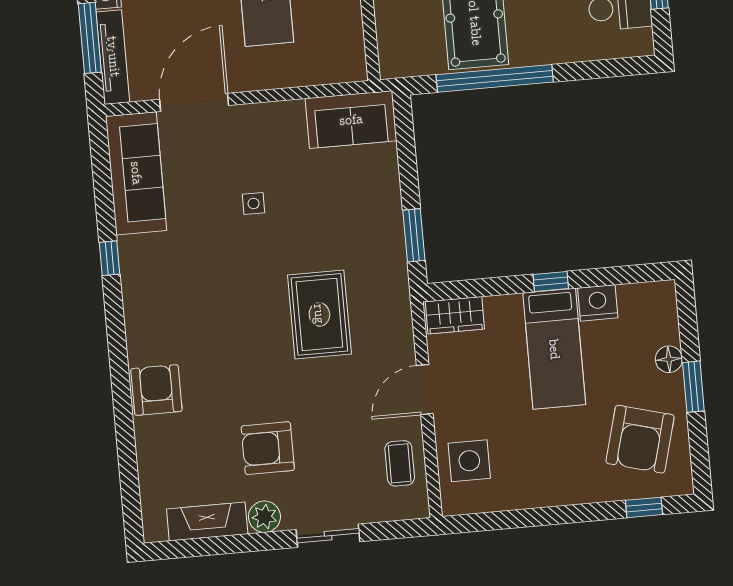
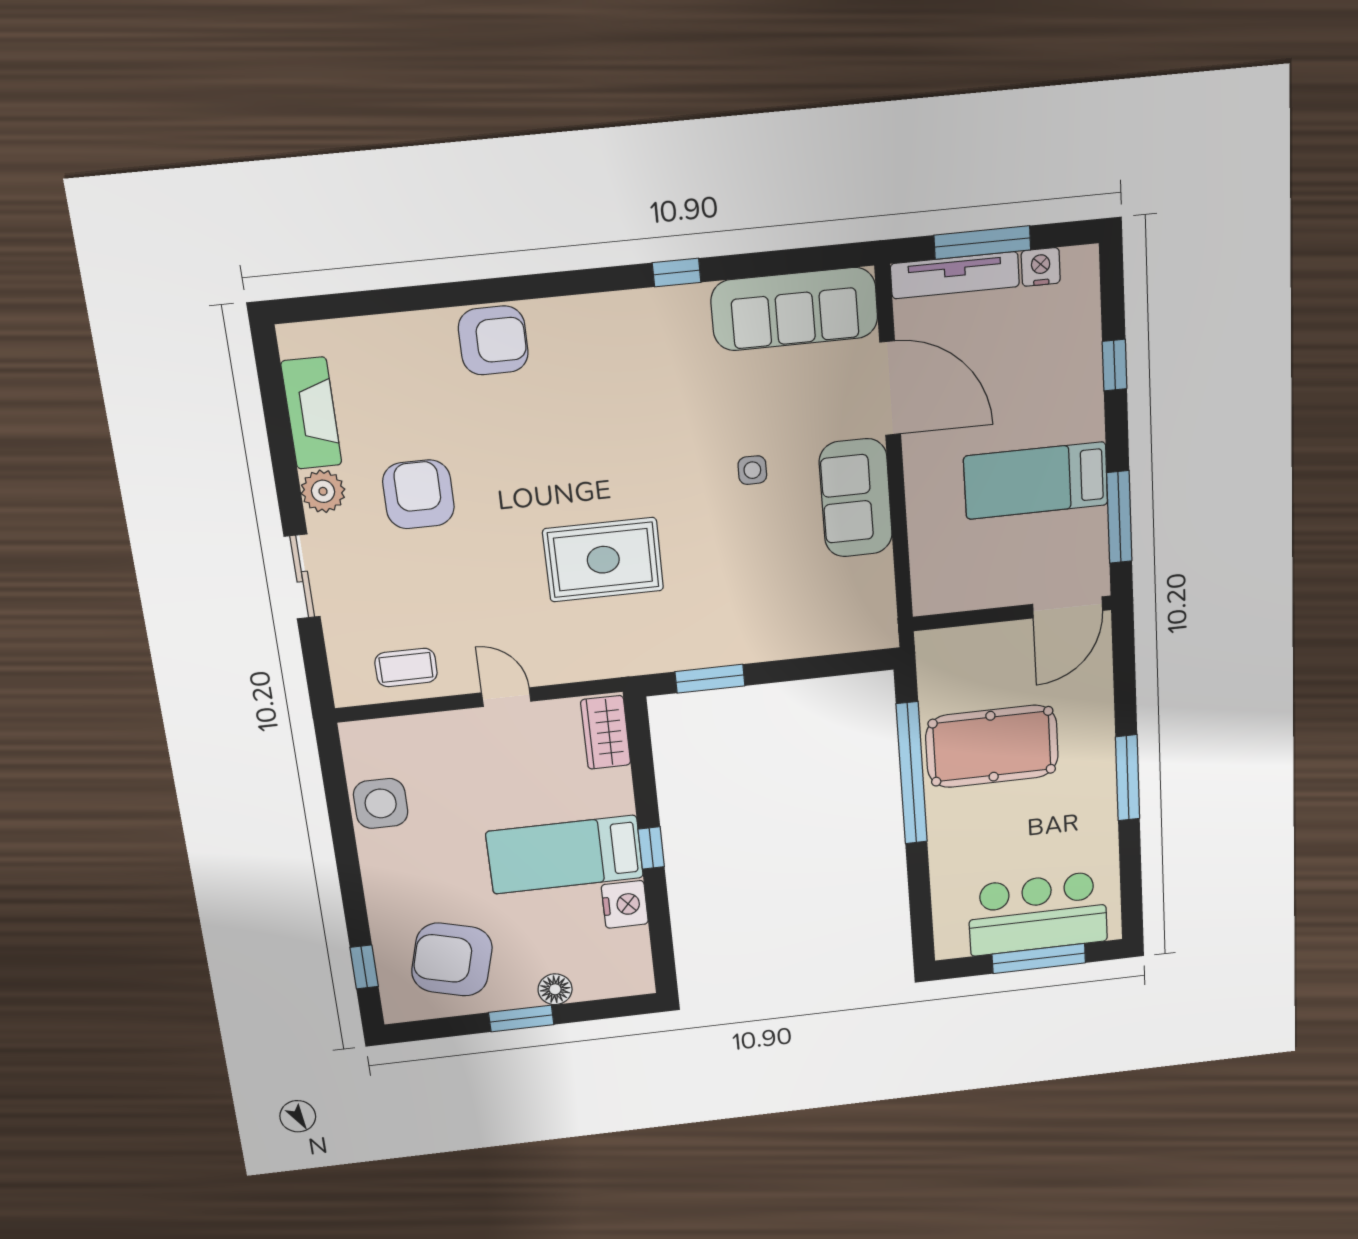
sofa: (351, 120) -> (856, 498), moved
door: (425, 390) -> (506, 697), width x0.73
side table: (469, 461) -> (381, 803), moved

